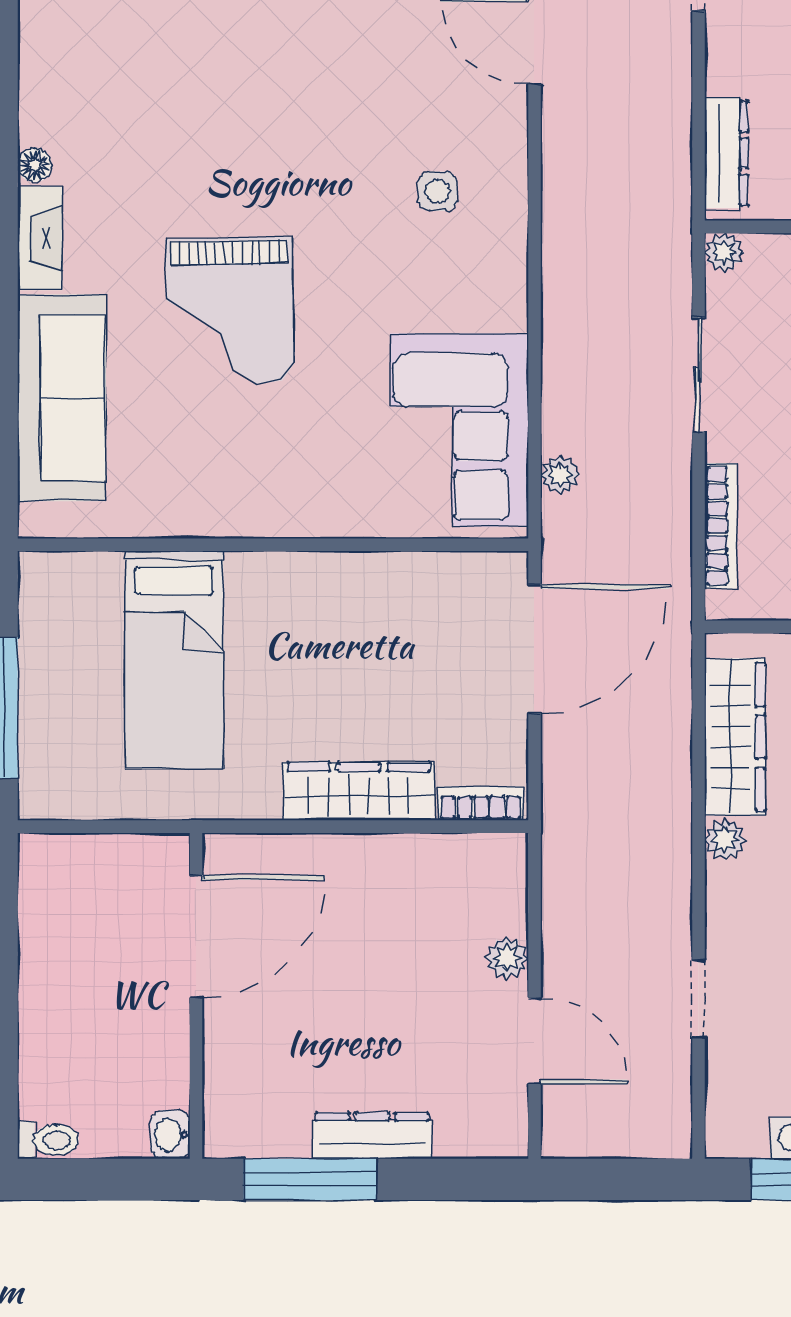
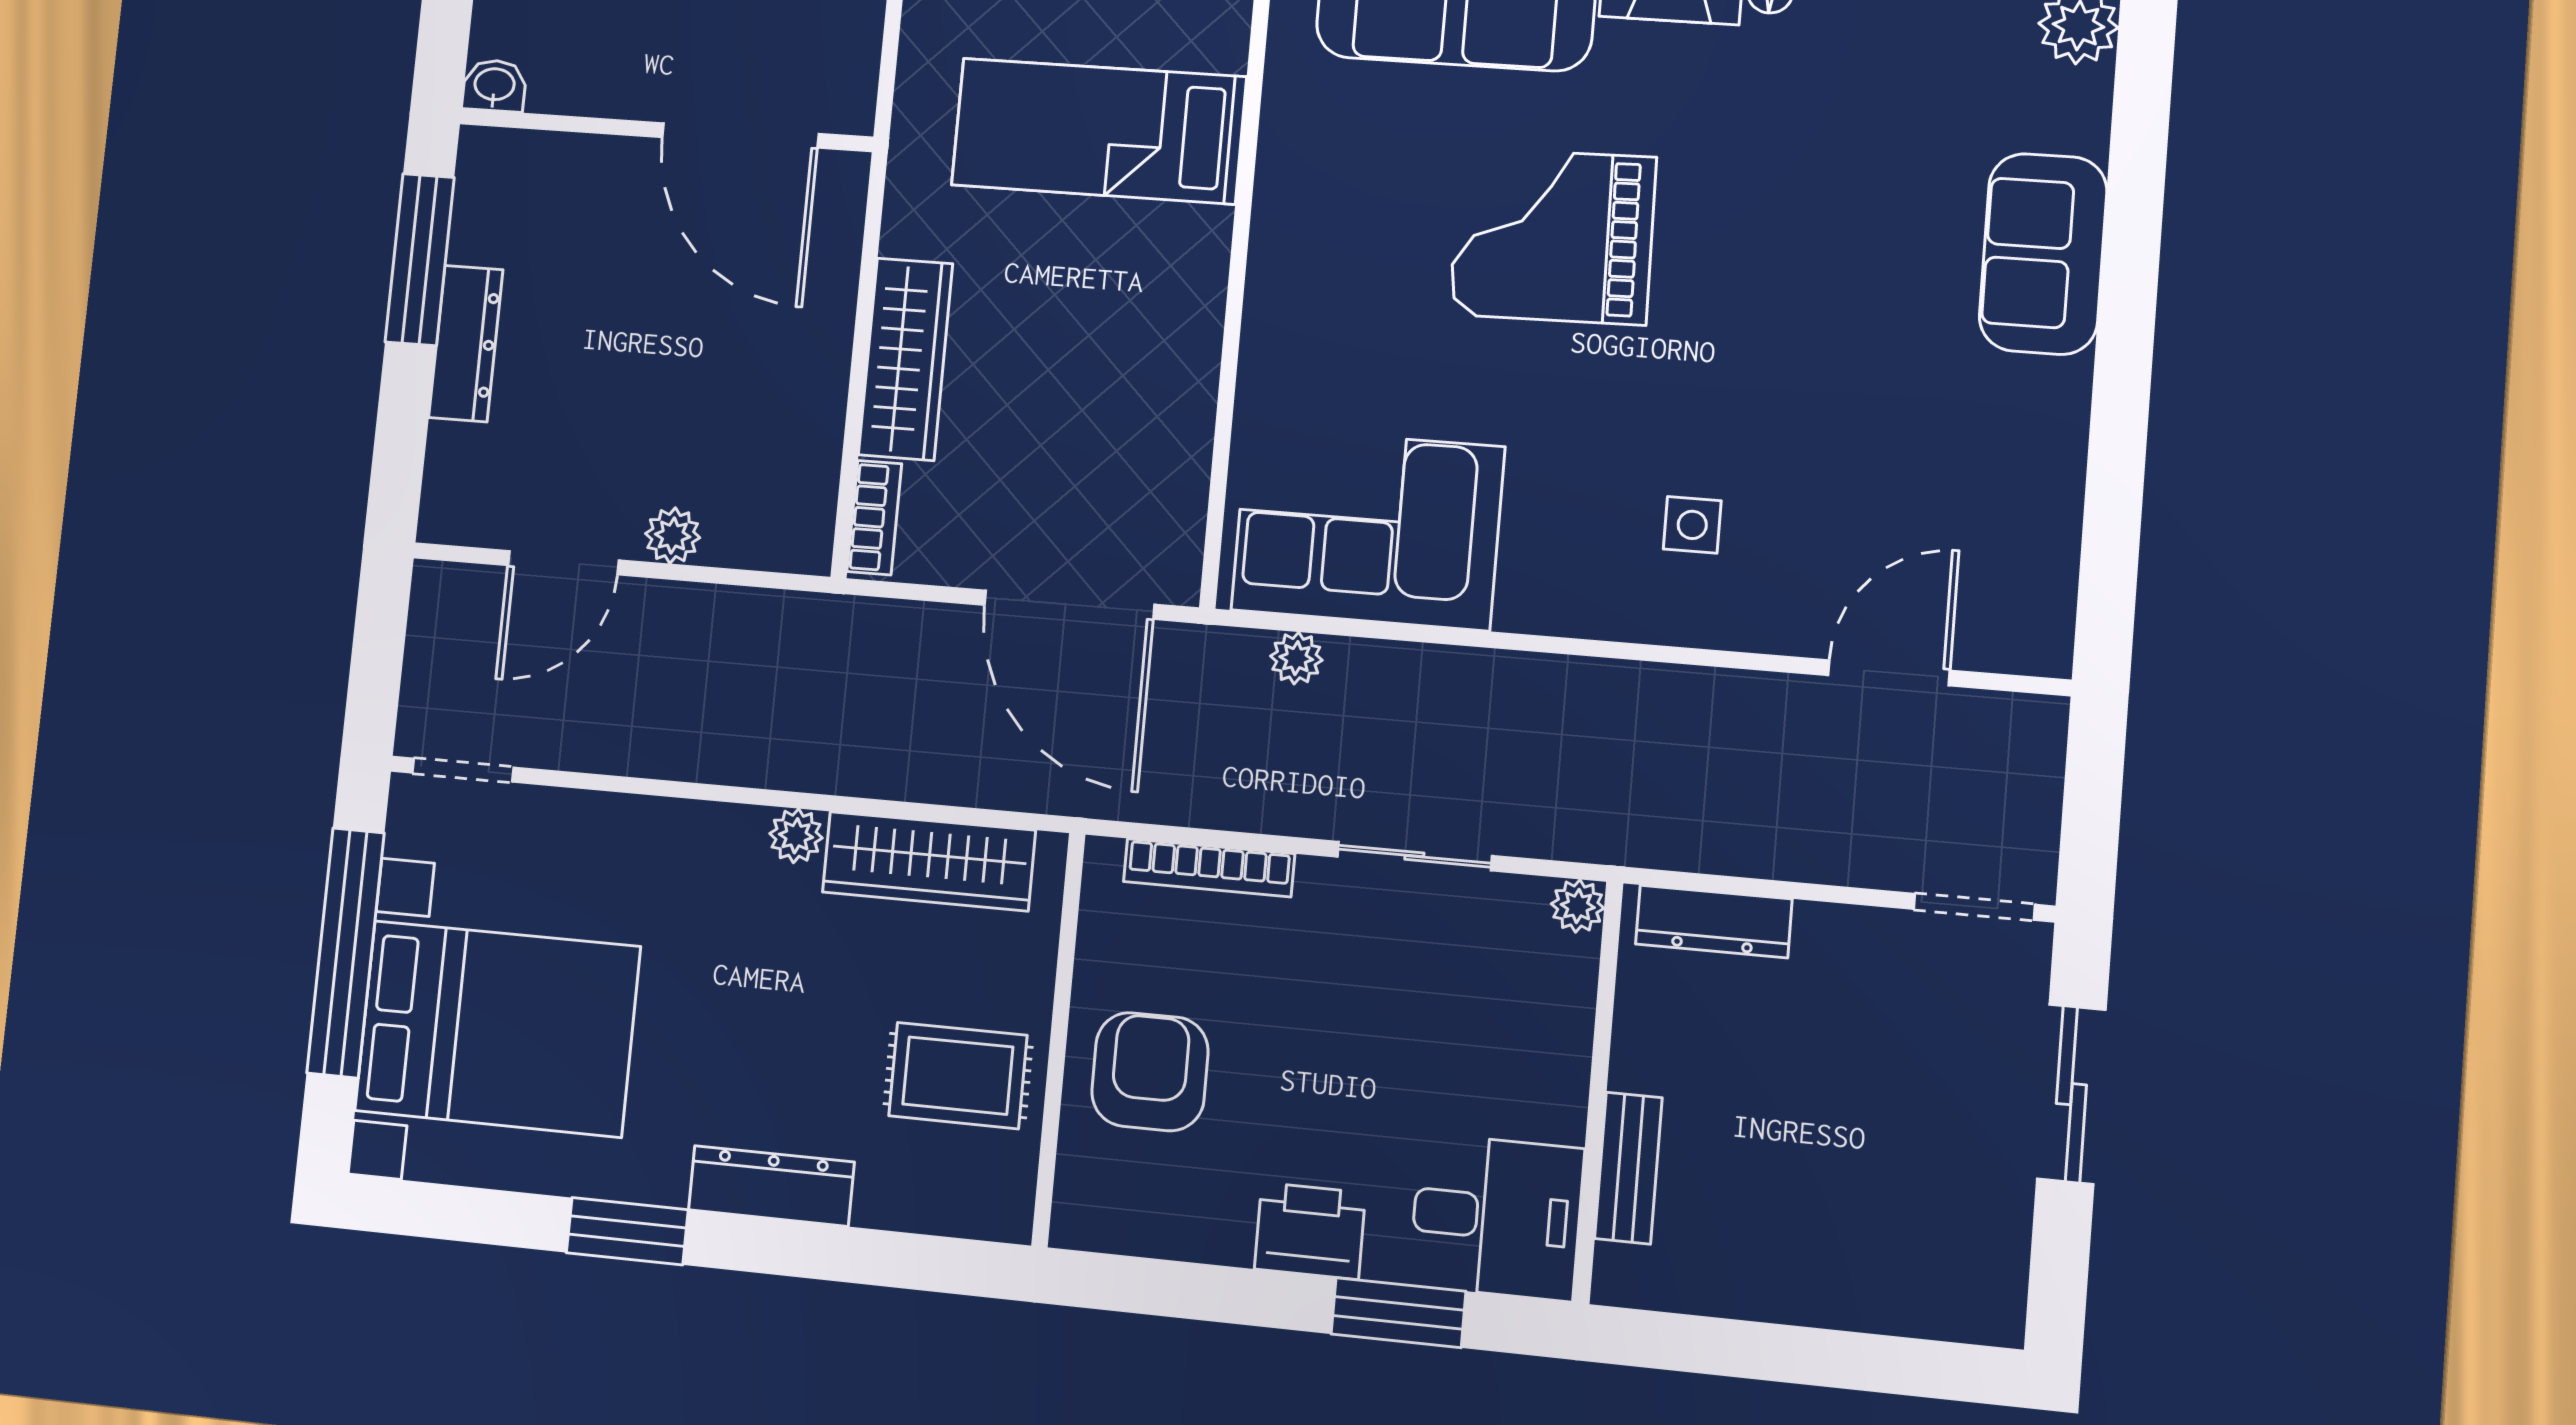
doorway: (698, 999) -> (463, 770), moved

